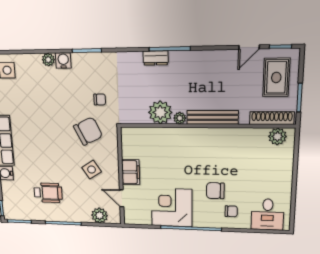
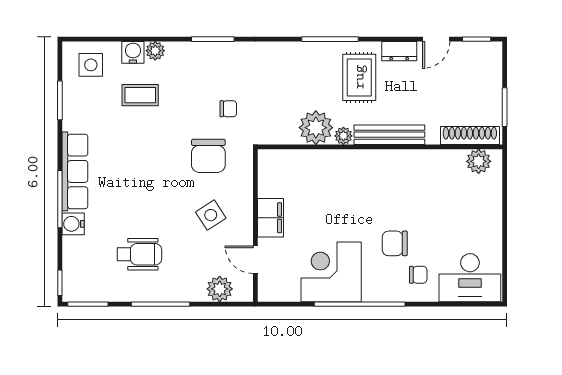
dresser: (156, 58) -> (399, 51), moved
water cooler: (63, 60) -> (133, 52), moved
rug: (276, 77) -> (359, 77), moved
coffee table: (41, 90) -> (140, 95), added
chair: (88, 131) -> (208, 156), turned 116
desk: (267, 214) -> (470, 278), width x1.37

